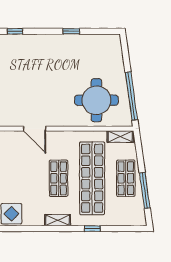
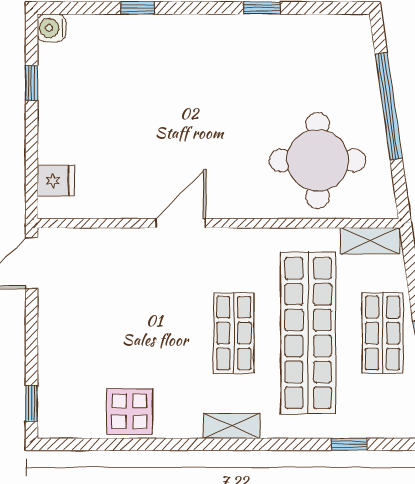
window: (131, 96) -> (389, 106), moved
door: (35, 129) -> (181, 223), swing flipped
window: (92, 229) -> (349, 444), moved

